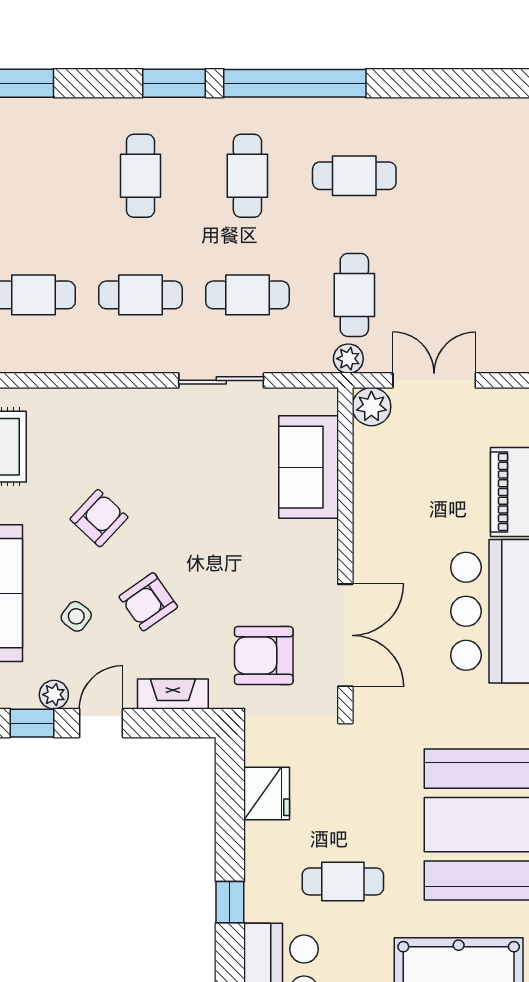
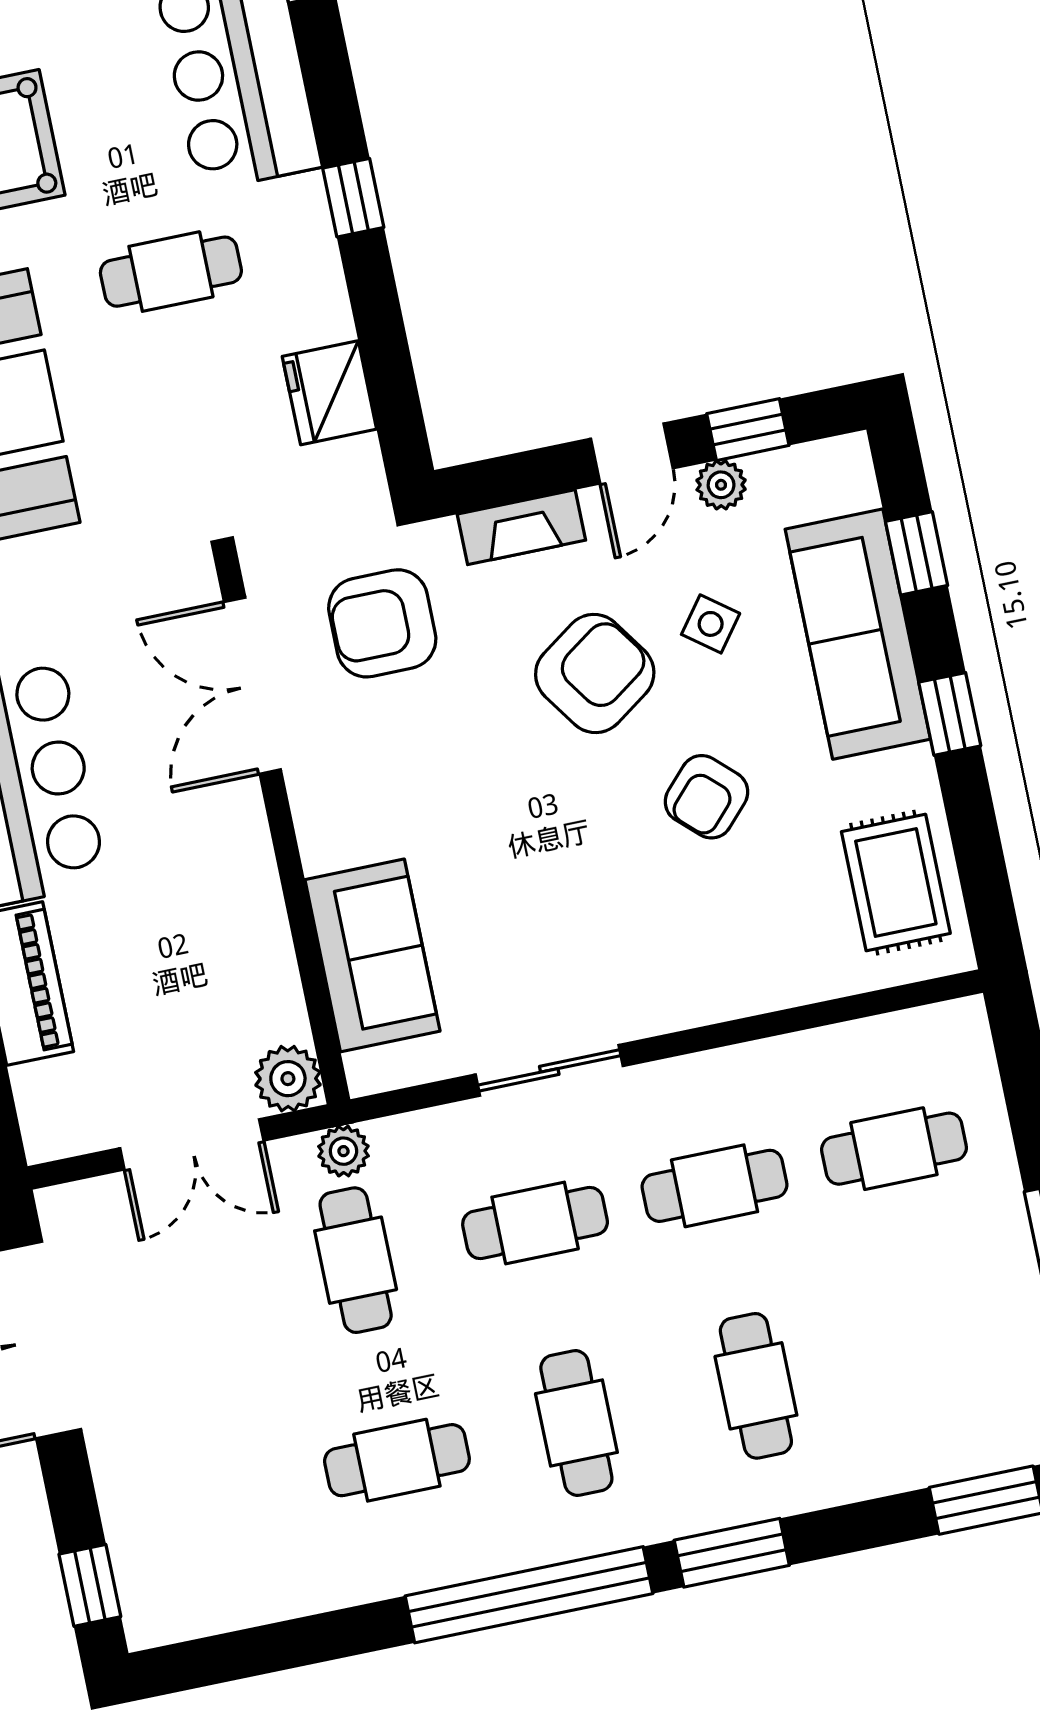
armchair: (148, 602) -> (595, 674), width x1.38, depth x1.38
armchair: (264, 656) -> (382, 623), turned 180

